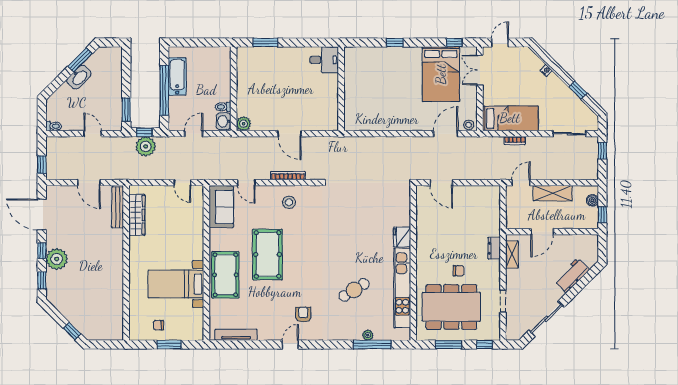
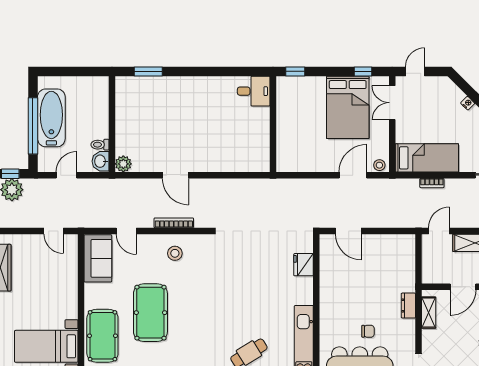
desk: (324, 60) -> (254, 91), moved
bathtub: (177, 76) -> (51, 118), width x1.36, depth x1.36
wall: (341, 89) -> (273, 124), moved
fridge: (402, 237) -> (304, 265), moved

